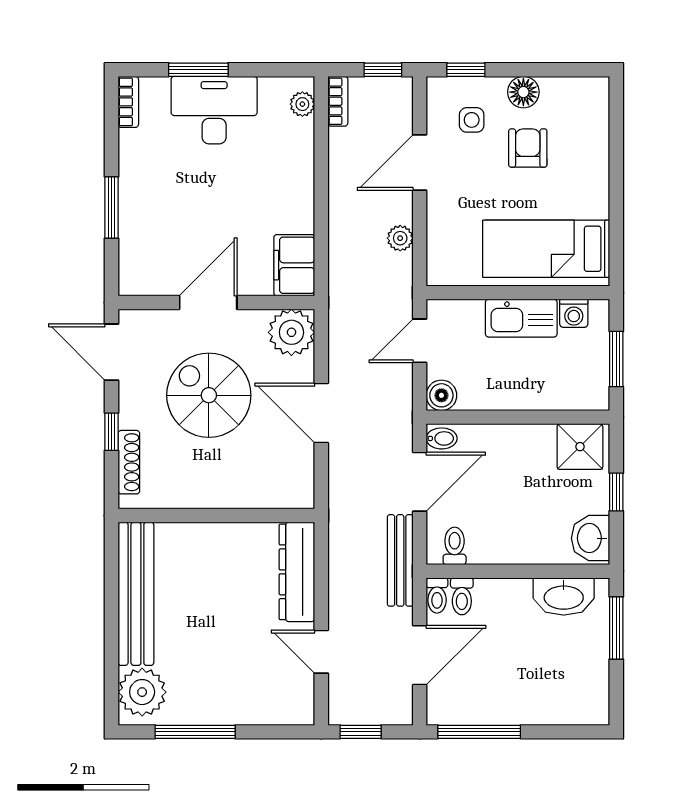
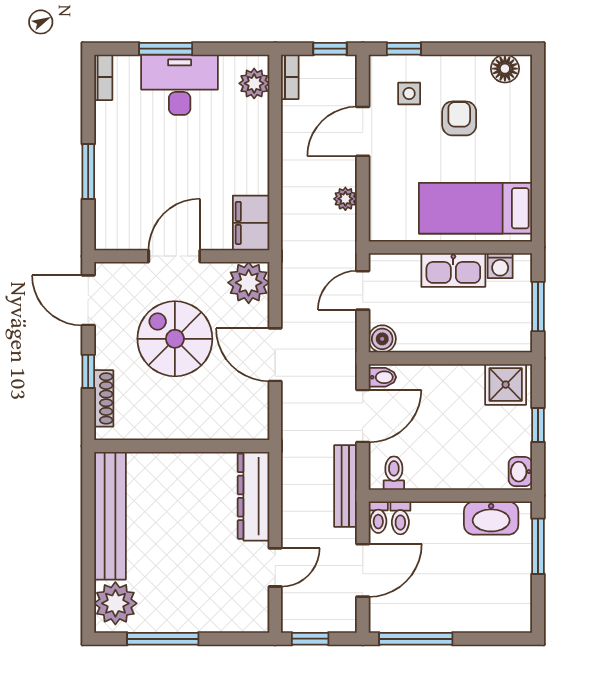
floor lamp: (523, 92) -> (505, 69), moved
plant: (302, 104) -> (254, 83), width x1.38, depth x1.38
washbasin: (591, 538) -> (520, 472), width x0.72, depth x0.69
door: (321, 652) -> (275, 567), swing flipped

